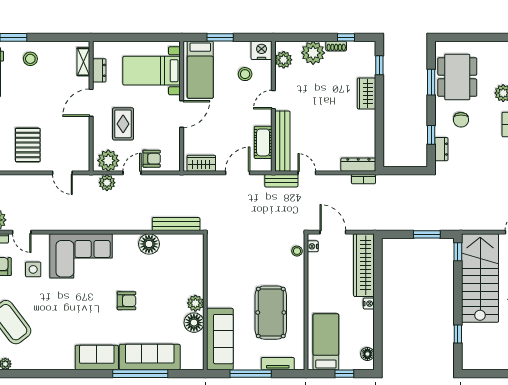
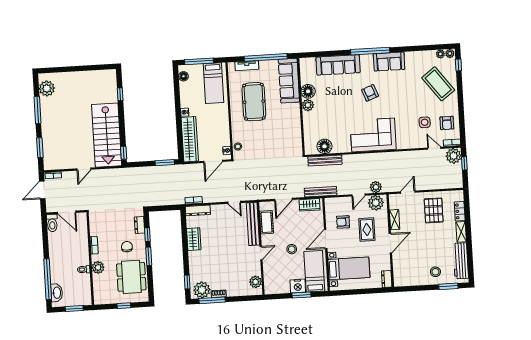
window: (346, 37) -> (212, 300), width x2.17
window: (470, 37) -> (124, 306), added
nightstand: (262, 50) -> (298, 286), moved
plant: (313, 53) -> (202, 290), moved
shelving: (83, 62) -> (395, 220), moved
dresser: (99, 70) -> (387, 279), moved
stool: (245, 74) -> (292, 249), moved
window: (431, 82) -> (149, 256), moved
wardrobe: (367, 94) -> (194, 239), moved
armchair: (152, 159) -> (343, 222), moved
door: (62, 173) -> (408, 192), hinge flipped
bench: (281, 181) -> (321, 192), moved, width x1.36
door: (333, 232) -> (213, 161), hinge flipped
window: (427, 234) -> (165, 163), moved
floor lamp: (149, 244) -> (324, 146), moved
corner sofa: (81, 256) -> (373, 135), moved
armchair: (127, 301) -> (370, 93), moved, turned 69
sofa: (97, 358) -> (389, 62), moved
window: (140, 374) -> (370, 51), moved
window: (251, 374) -> (266, 57), width x1.46
window: (344, 374) -> (199, 61), width x2.17

